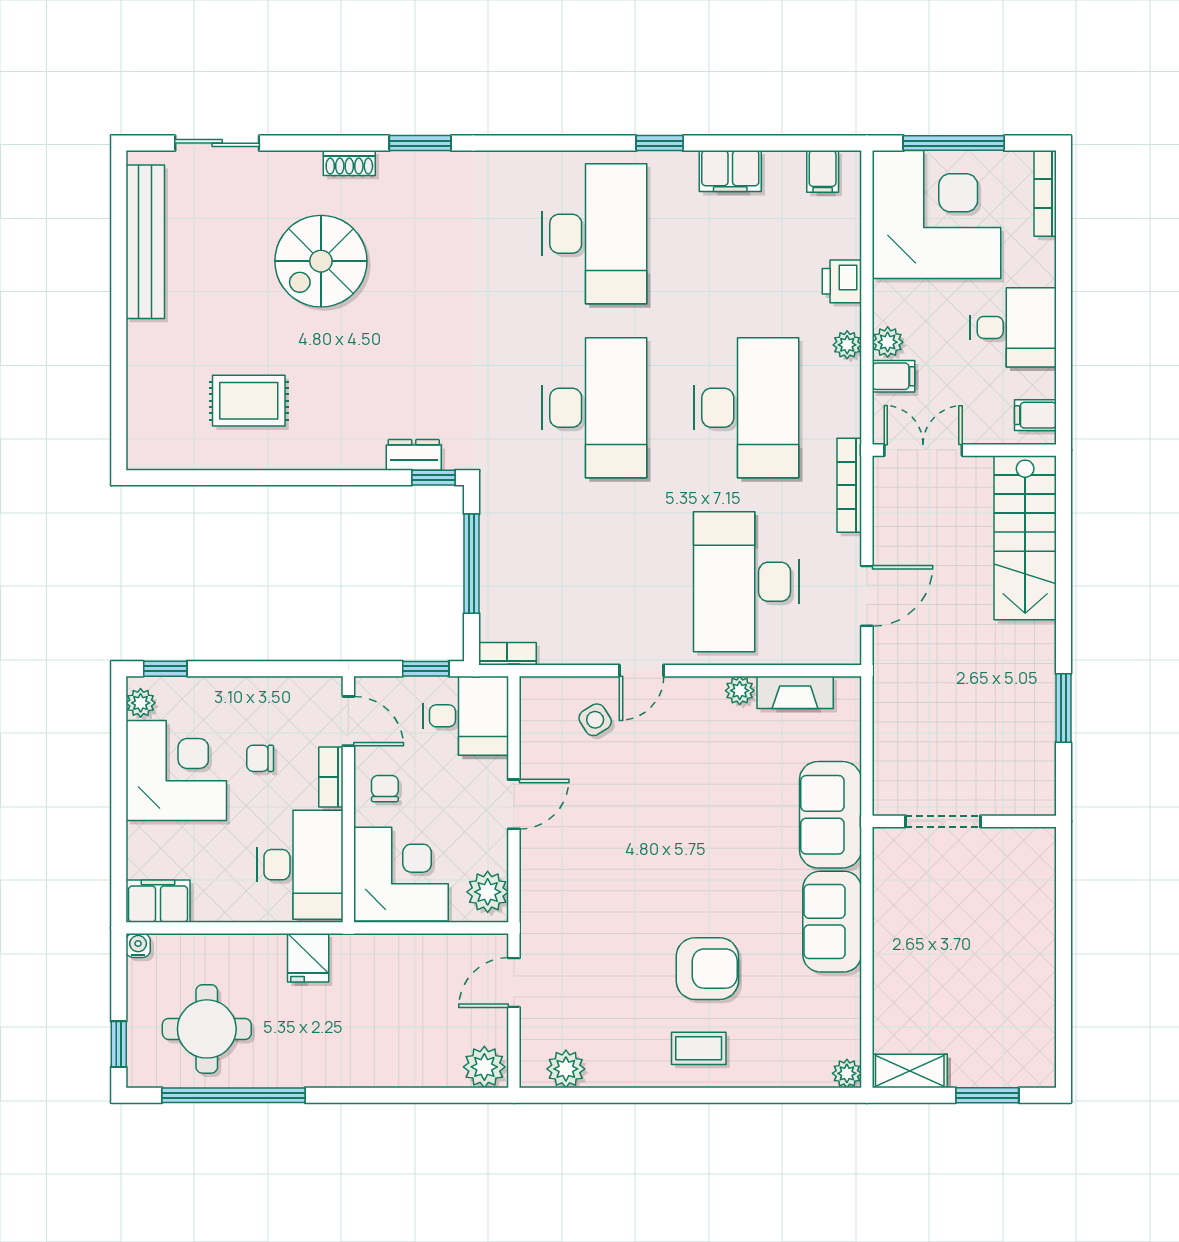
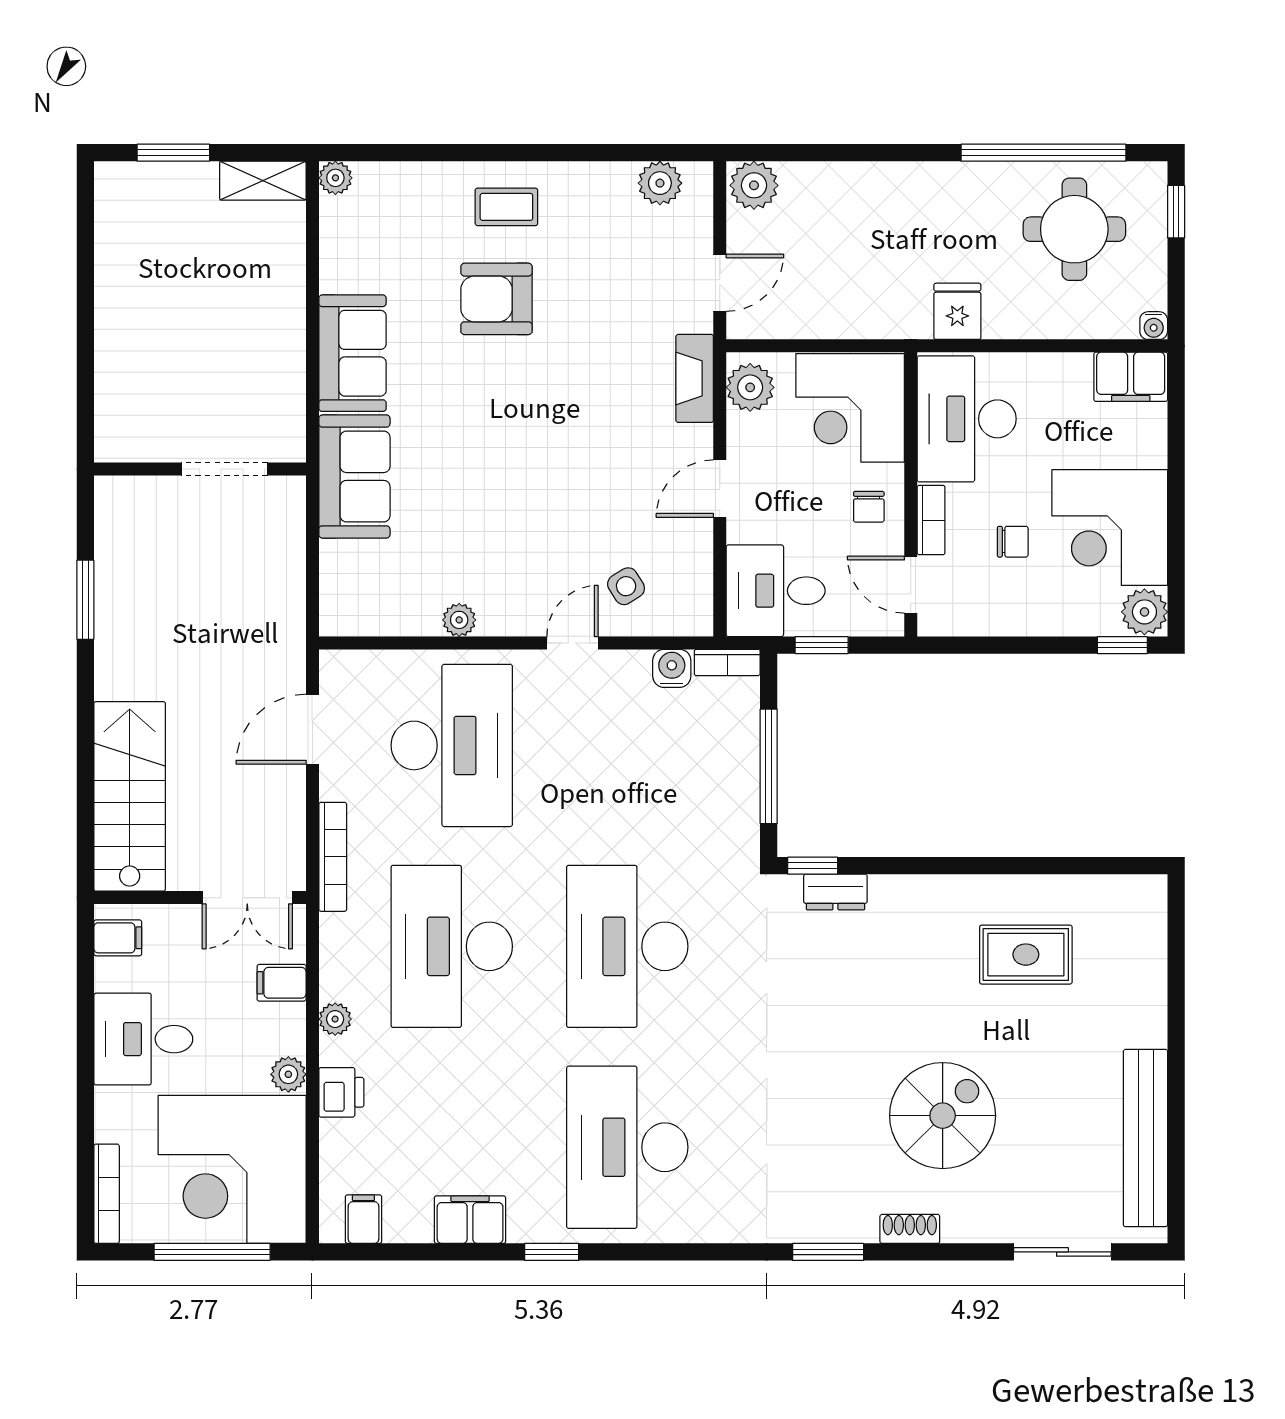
plant: (888, 342) -> (288, 1074), moved
water cooler: (555, 649) -> (672, 668), added
fireplace: (795, 692) -> (695, 378), moved, turned -90
plant: (141, 703) -> (1144, 612), width x1.38, depth x1.38

